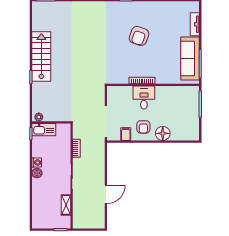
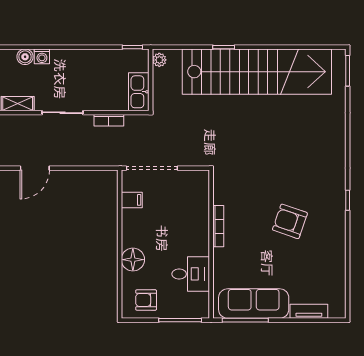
stairs: (41, 56) -> (257, 72), width x1.86, depth x1.51
desk: (144, 98) -> (191, 274), moved
armchair: (143, 127) -> (146, 300), moved
kitchen sink: (44, 130) -> (139, 92), moved
washing machine: (37, 163) -> (42, 56), moved
boiler: (37, 173) -> (25, 57), moved
door: (106, 194) -> (35, 168), hinge flipped

